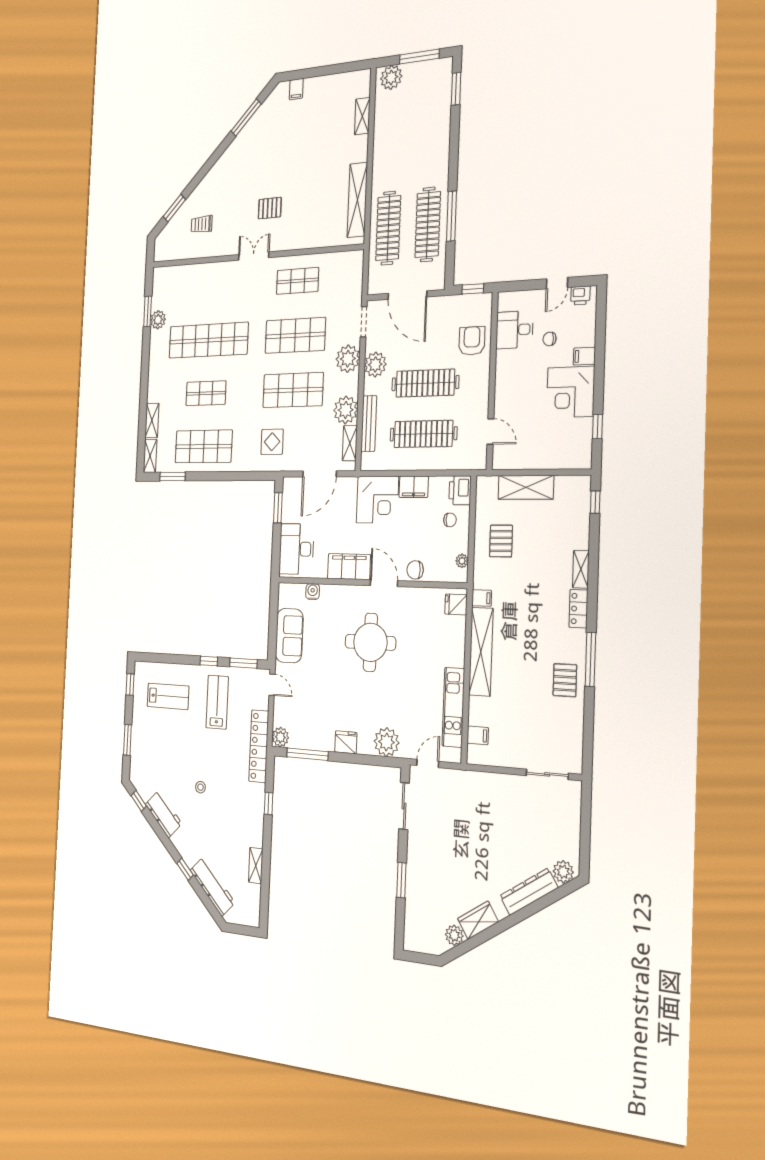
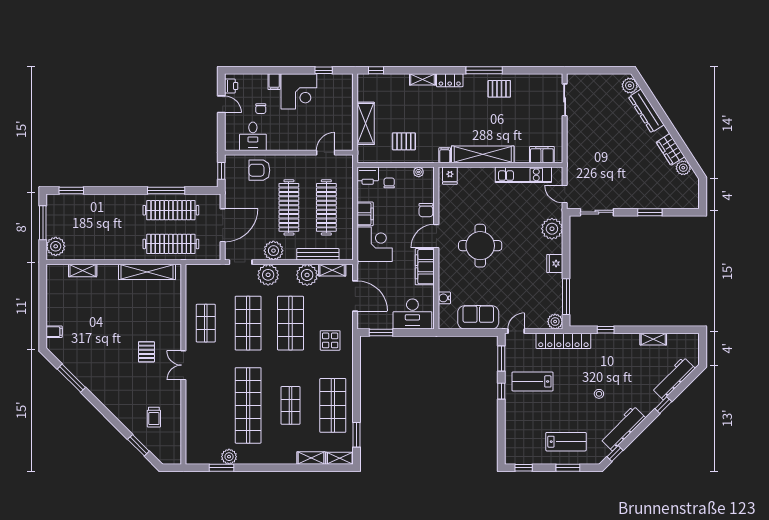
lab bench: (168, 696) -> (566, 442), moved, turned 90
filing cabinet: (478, 735) -> (542, 155), width x2.00
workbench: (164, 814) -> (623, 428), width x1.38

